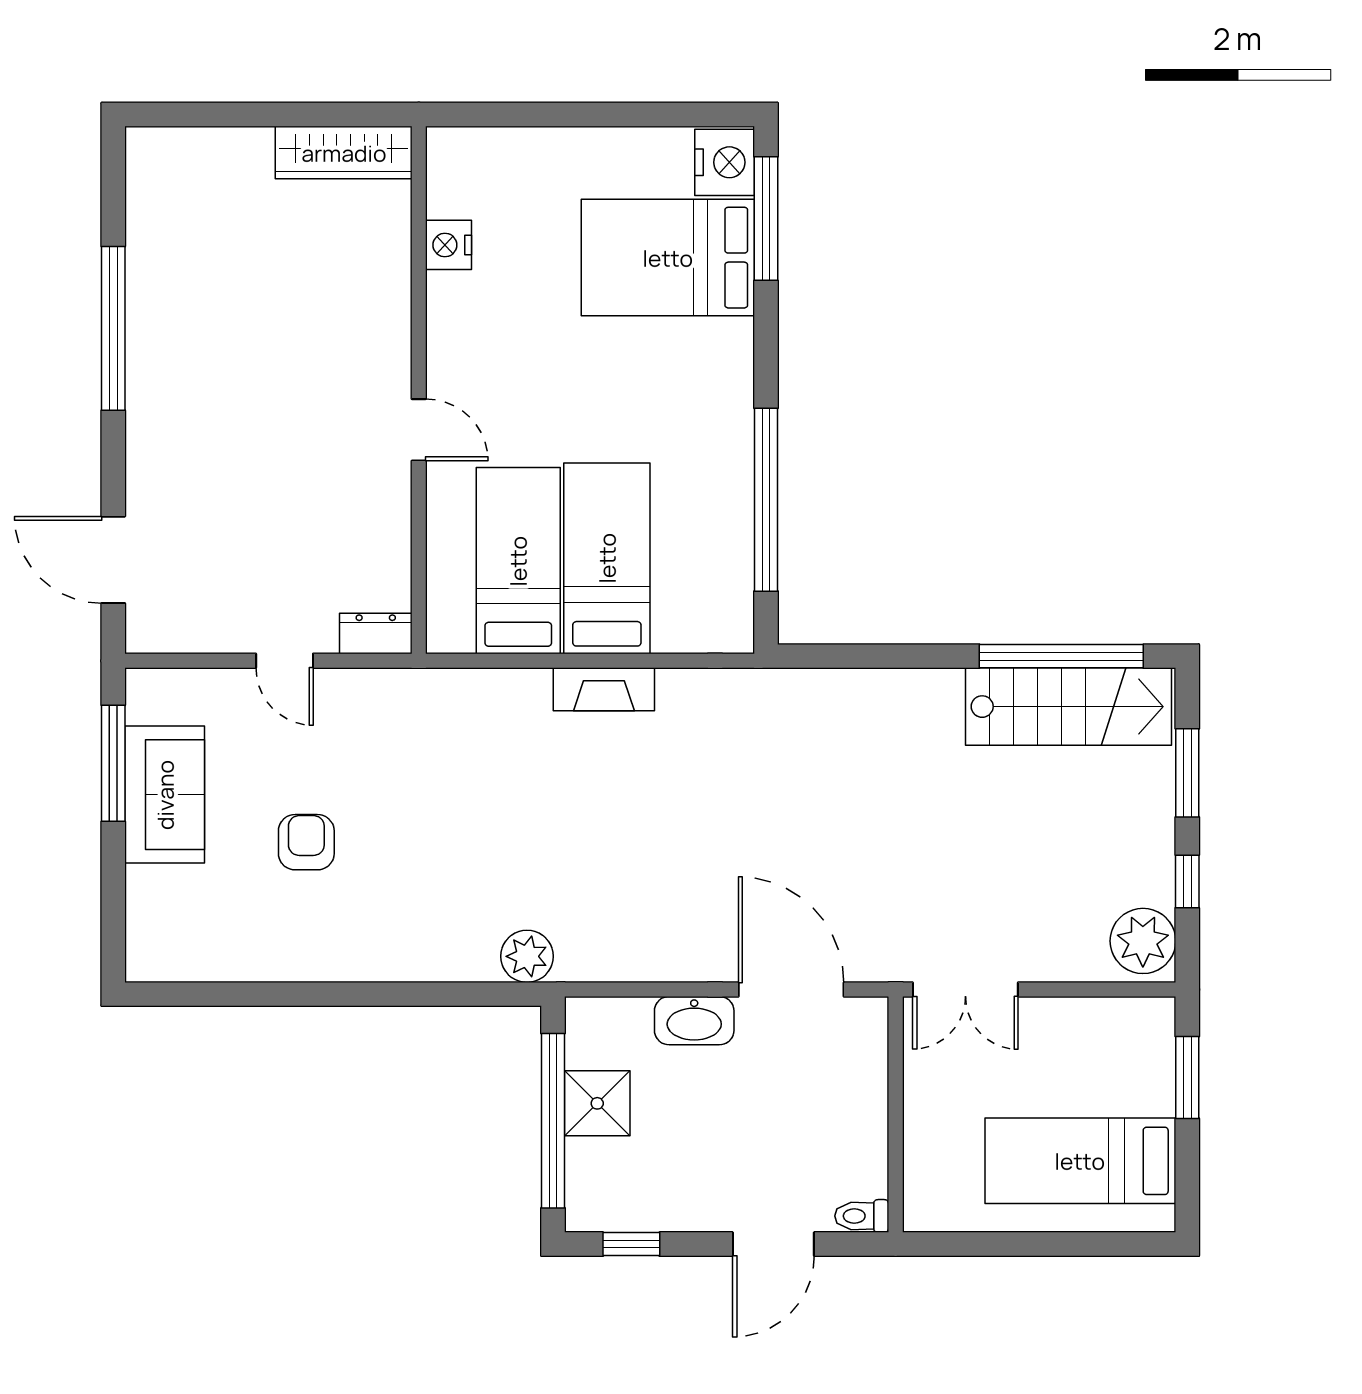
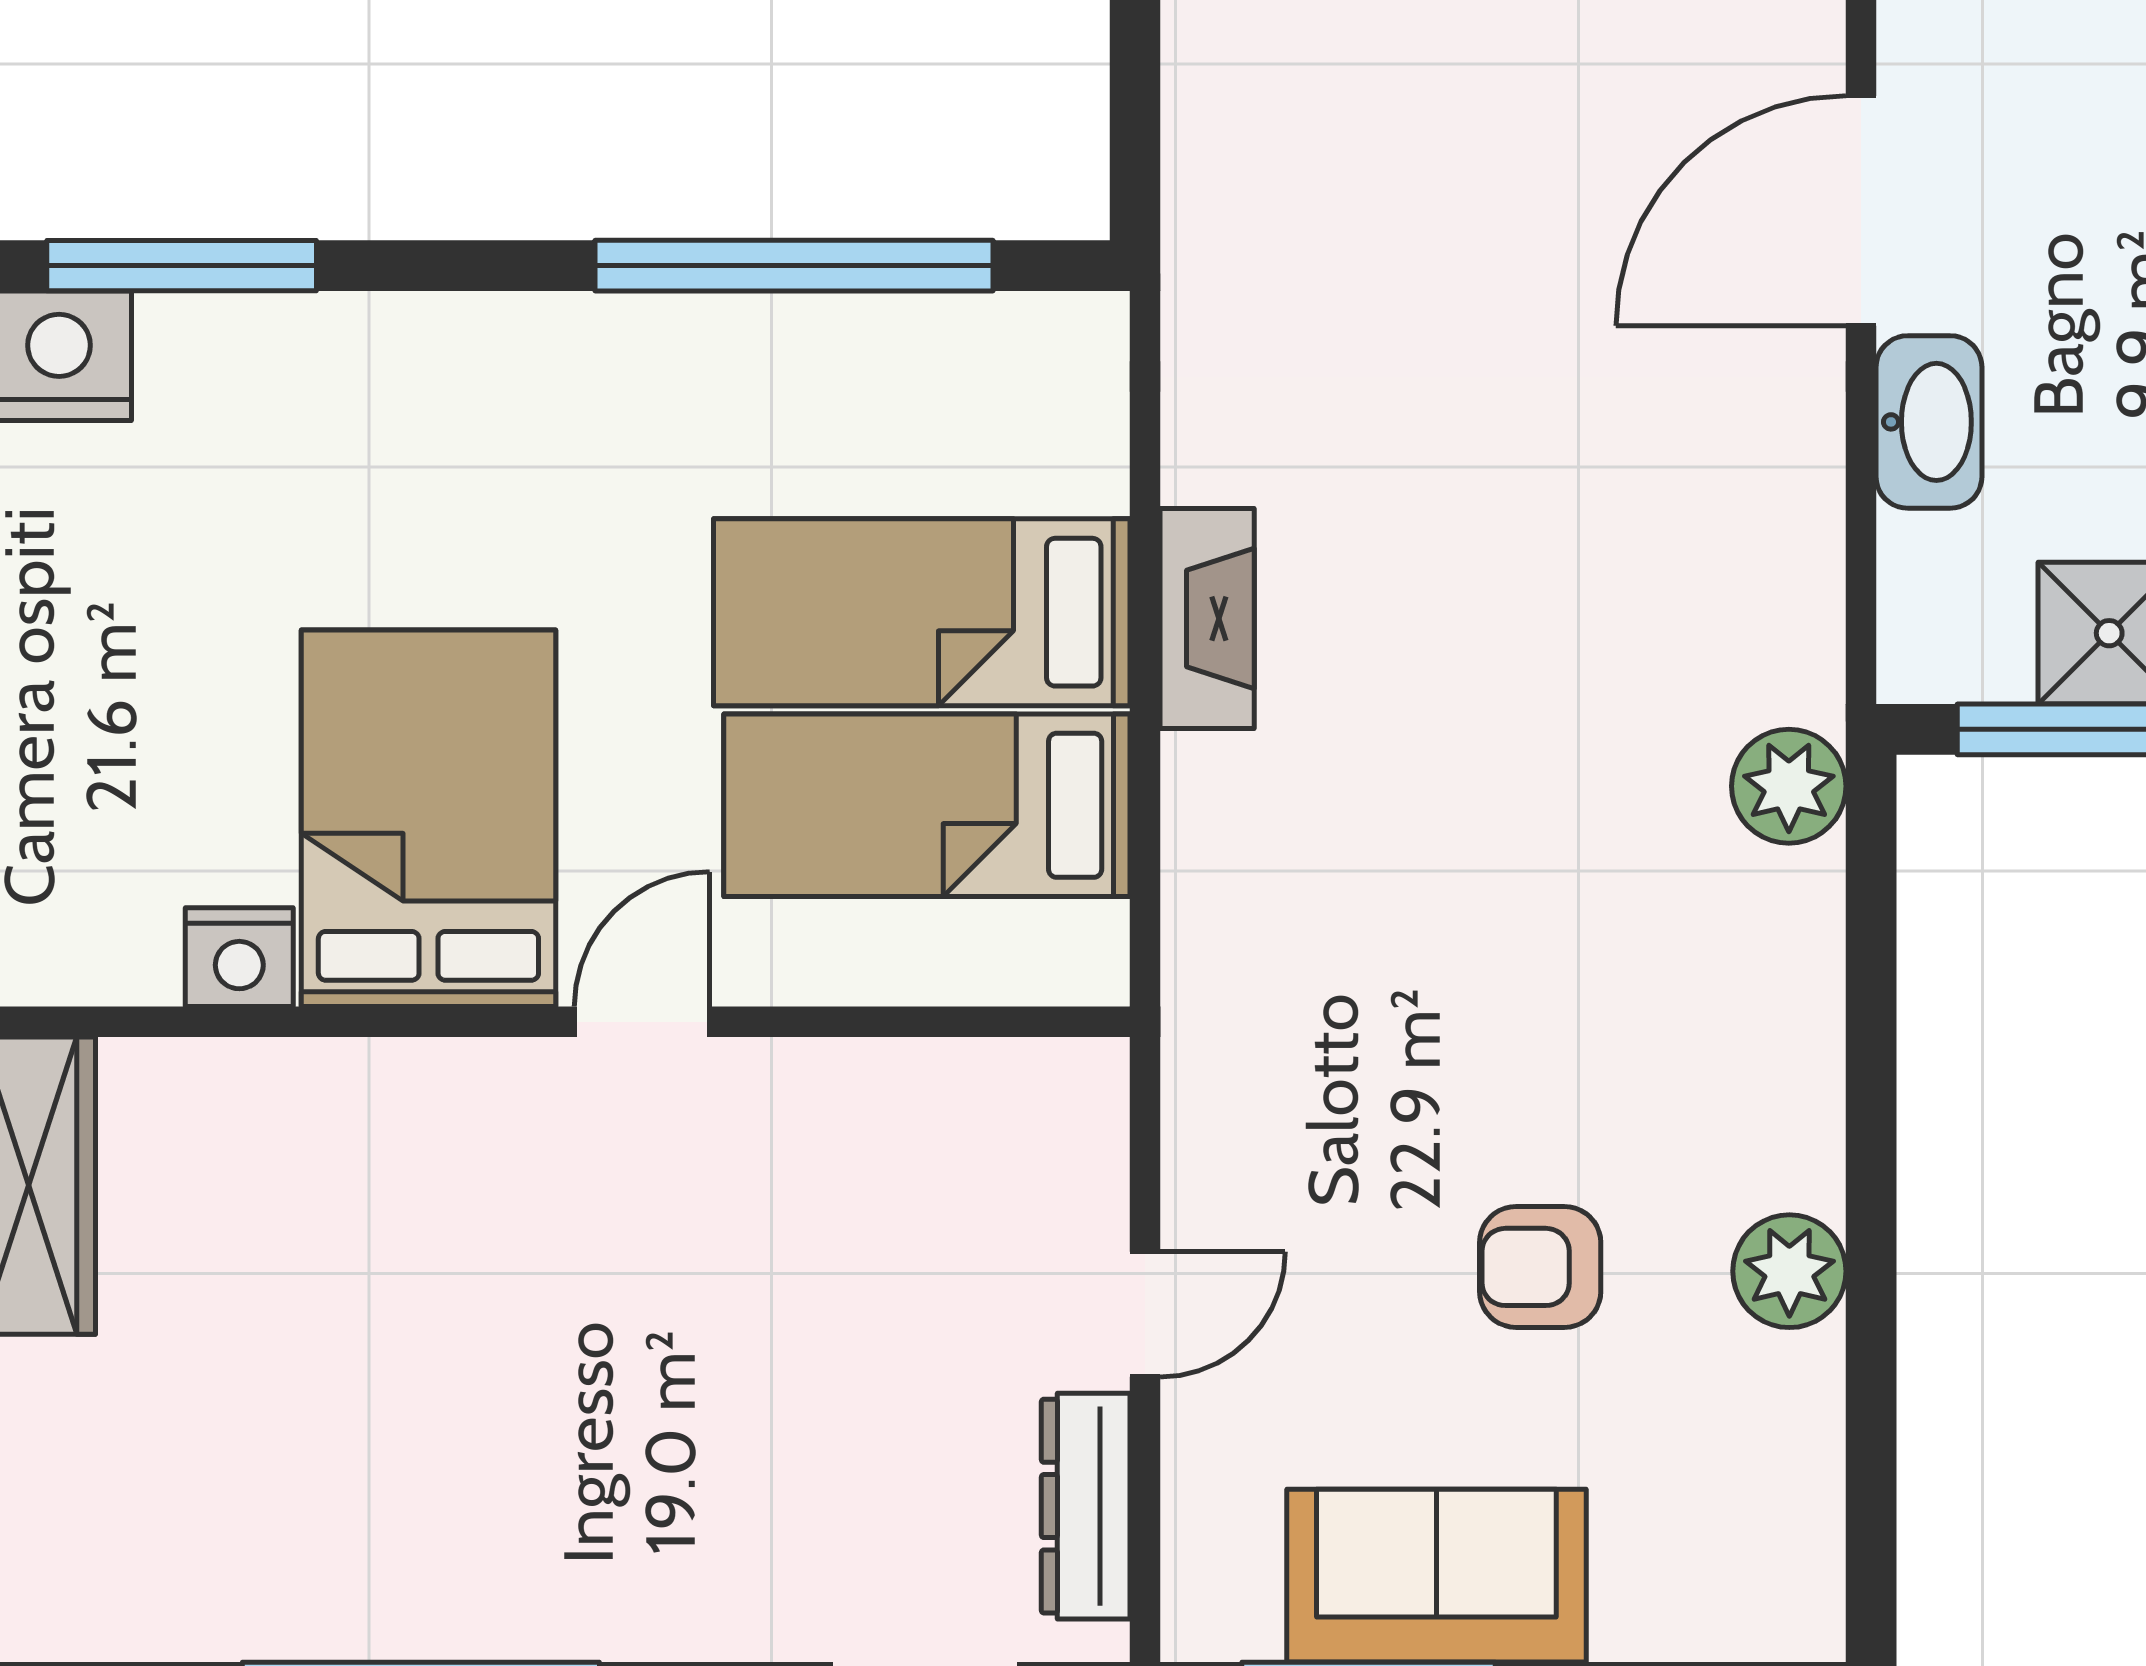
bed: (668, 258) -> (428, 818), moved, turned 180
dresser: (376, 634) -> (1086, 1506), moved, width x1.44
plant: (304, 957) -> (1789, 1271), added

